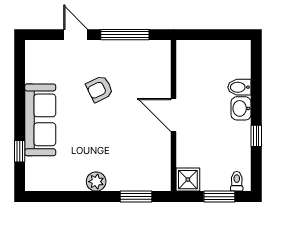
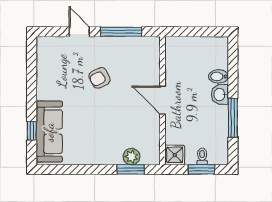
sofa: (40, 120) -> (49, 132), moved
window: (256, 136) -> (233, 118), width x2.17
toilet: (237, 181) -> (202, 156), moved
plant: (96, 182) -> (132, 157), moved

